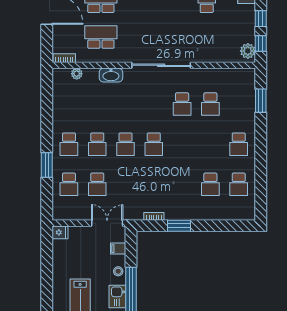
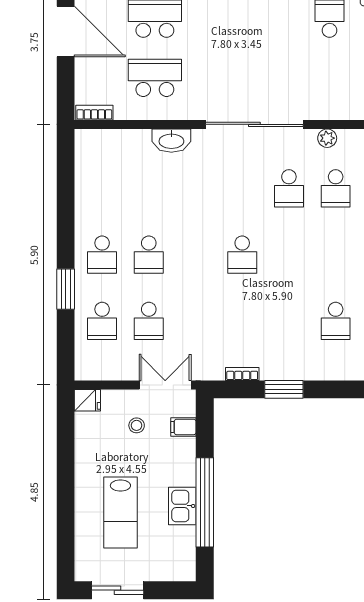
plant: (77, 74) -> (327, 138), moved
school desk: (126, 144) -> (195, 255), removed
stool: (118, 271) -> (137, 425), moved

